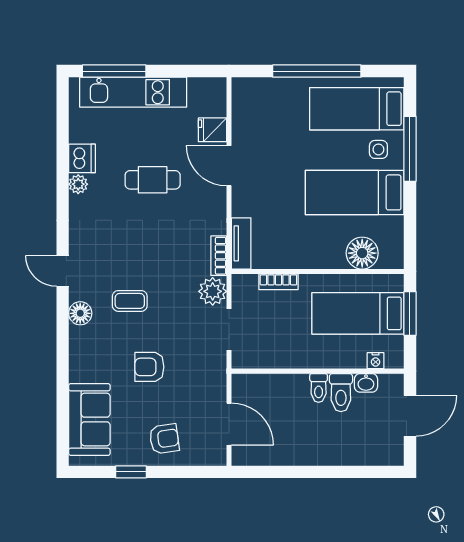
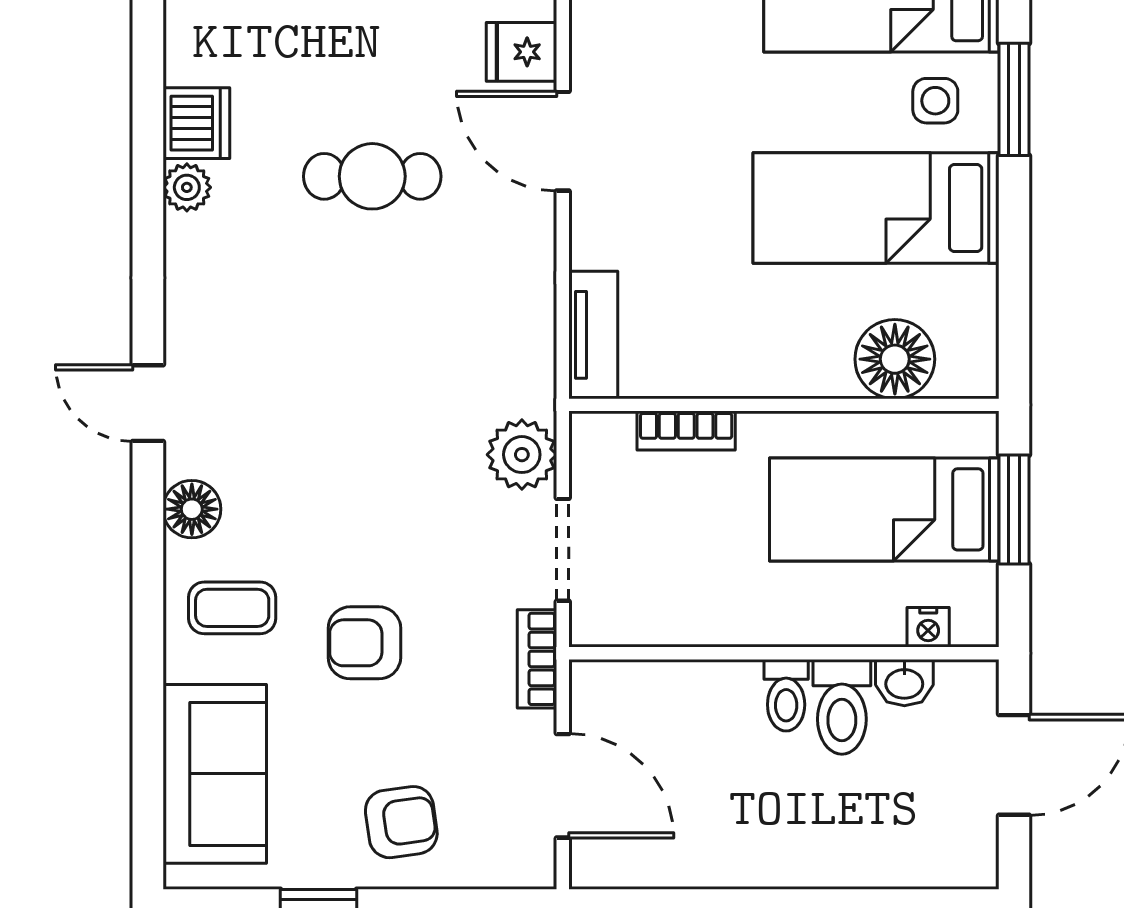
window: (410, 149) -> (1014, 99), width x0.69
bookcase: (219, 256) -> (537, 659), moved
coffee table: (130, 301) -> (232, 608), moved

